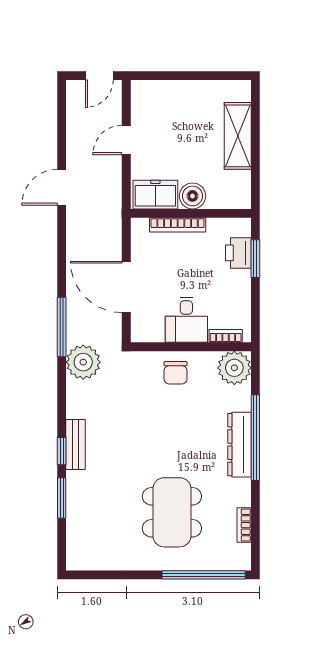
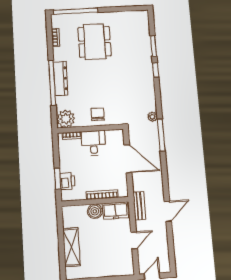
plant: (83, 362) -> (152, 117), width x0.53, depth x0.53
bench: (76, 444) -> (139, 206), moved

